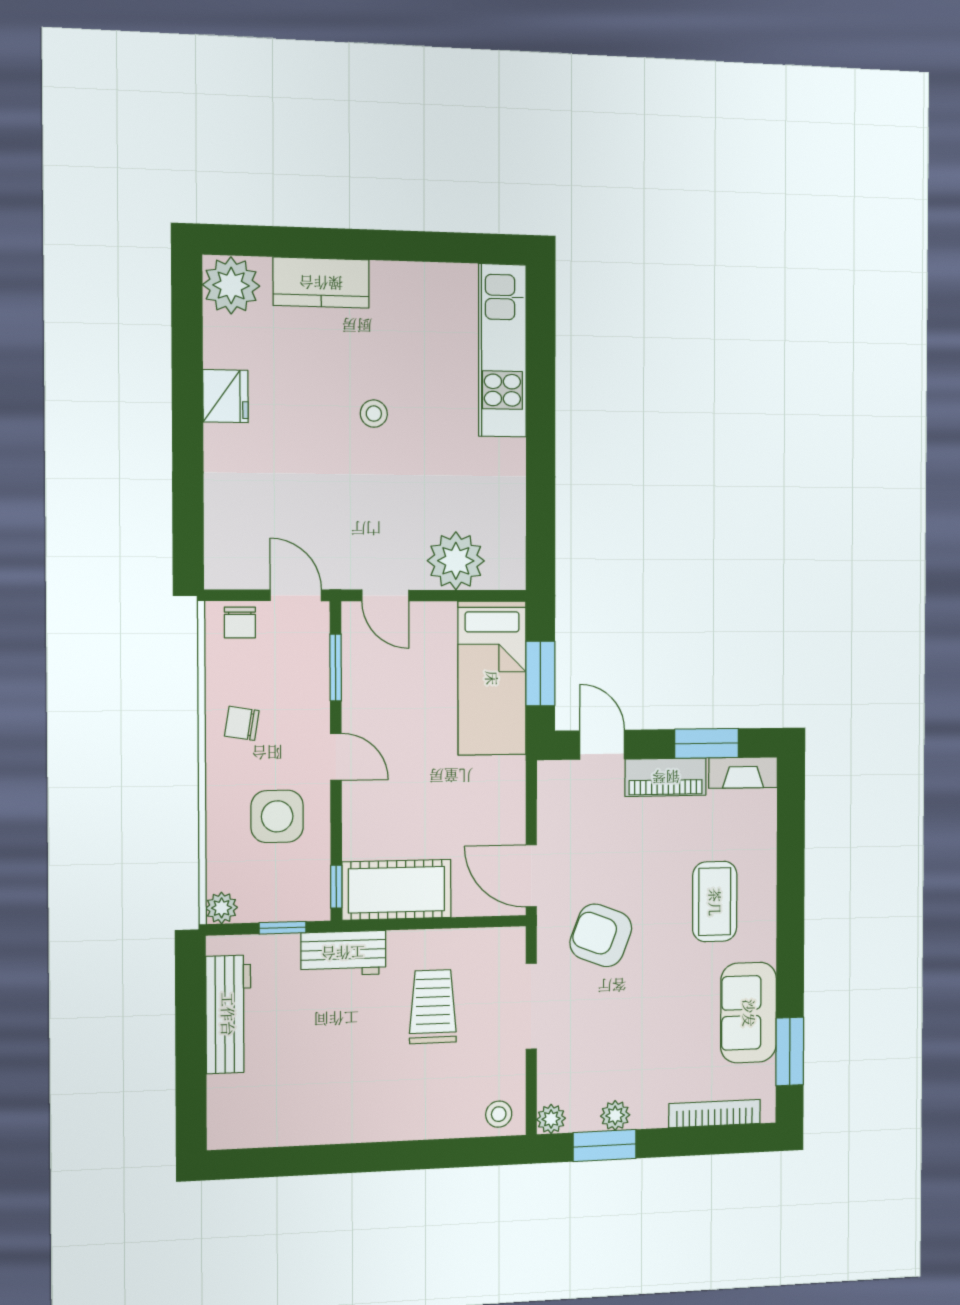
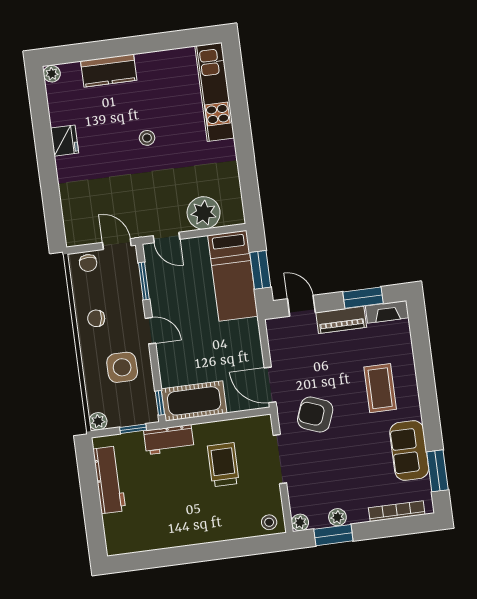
plant: (231, 285) -> (52, 74), width x0.53, depth x0.53

